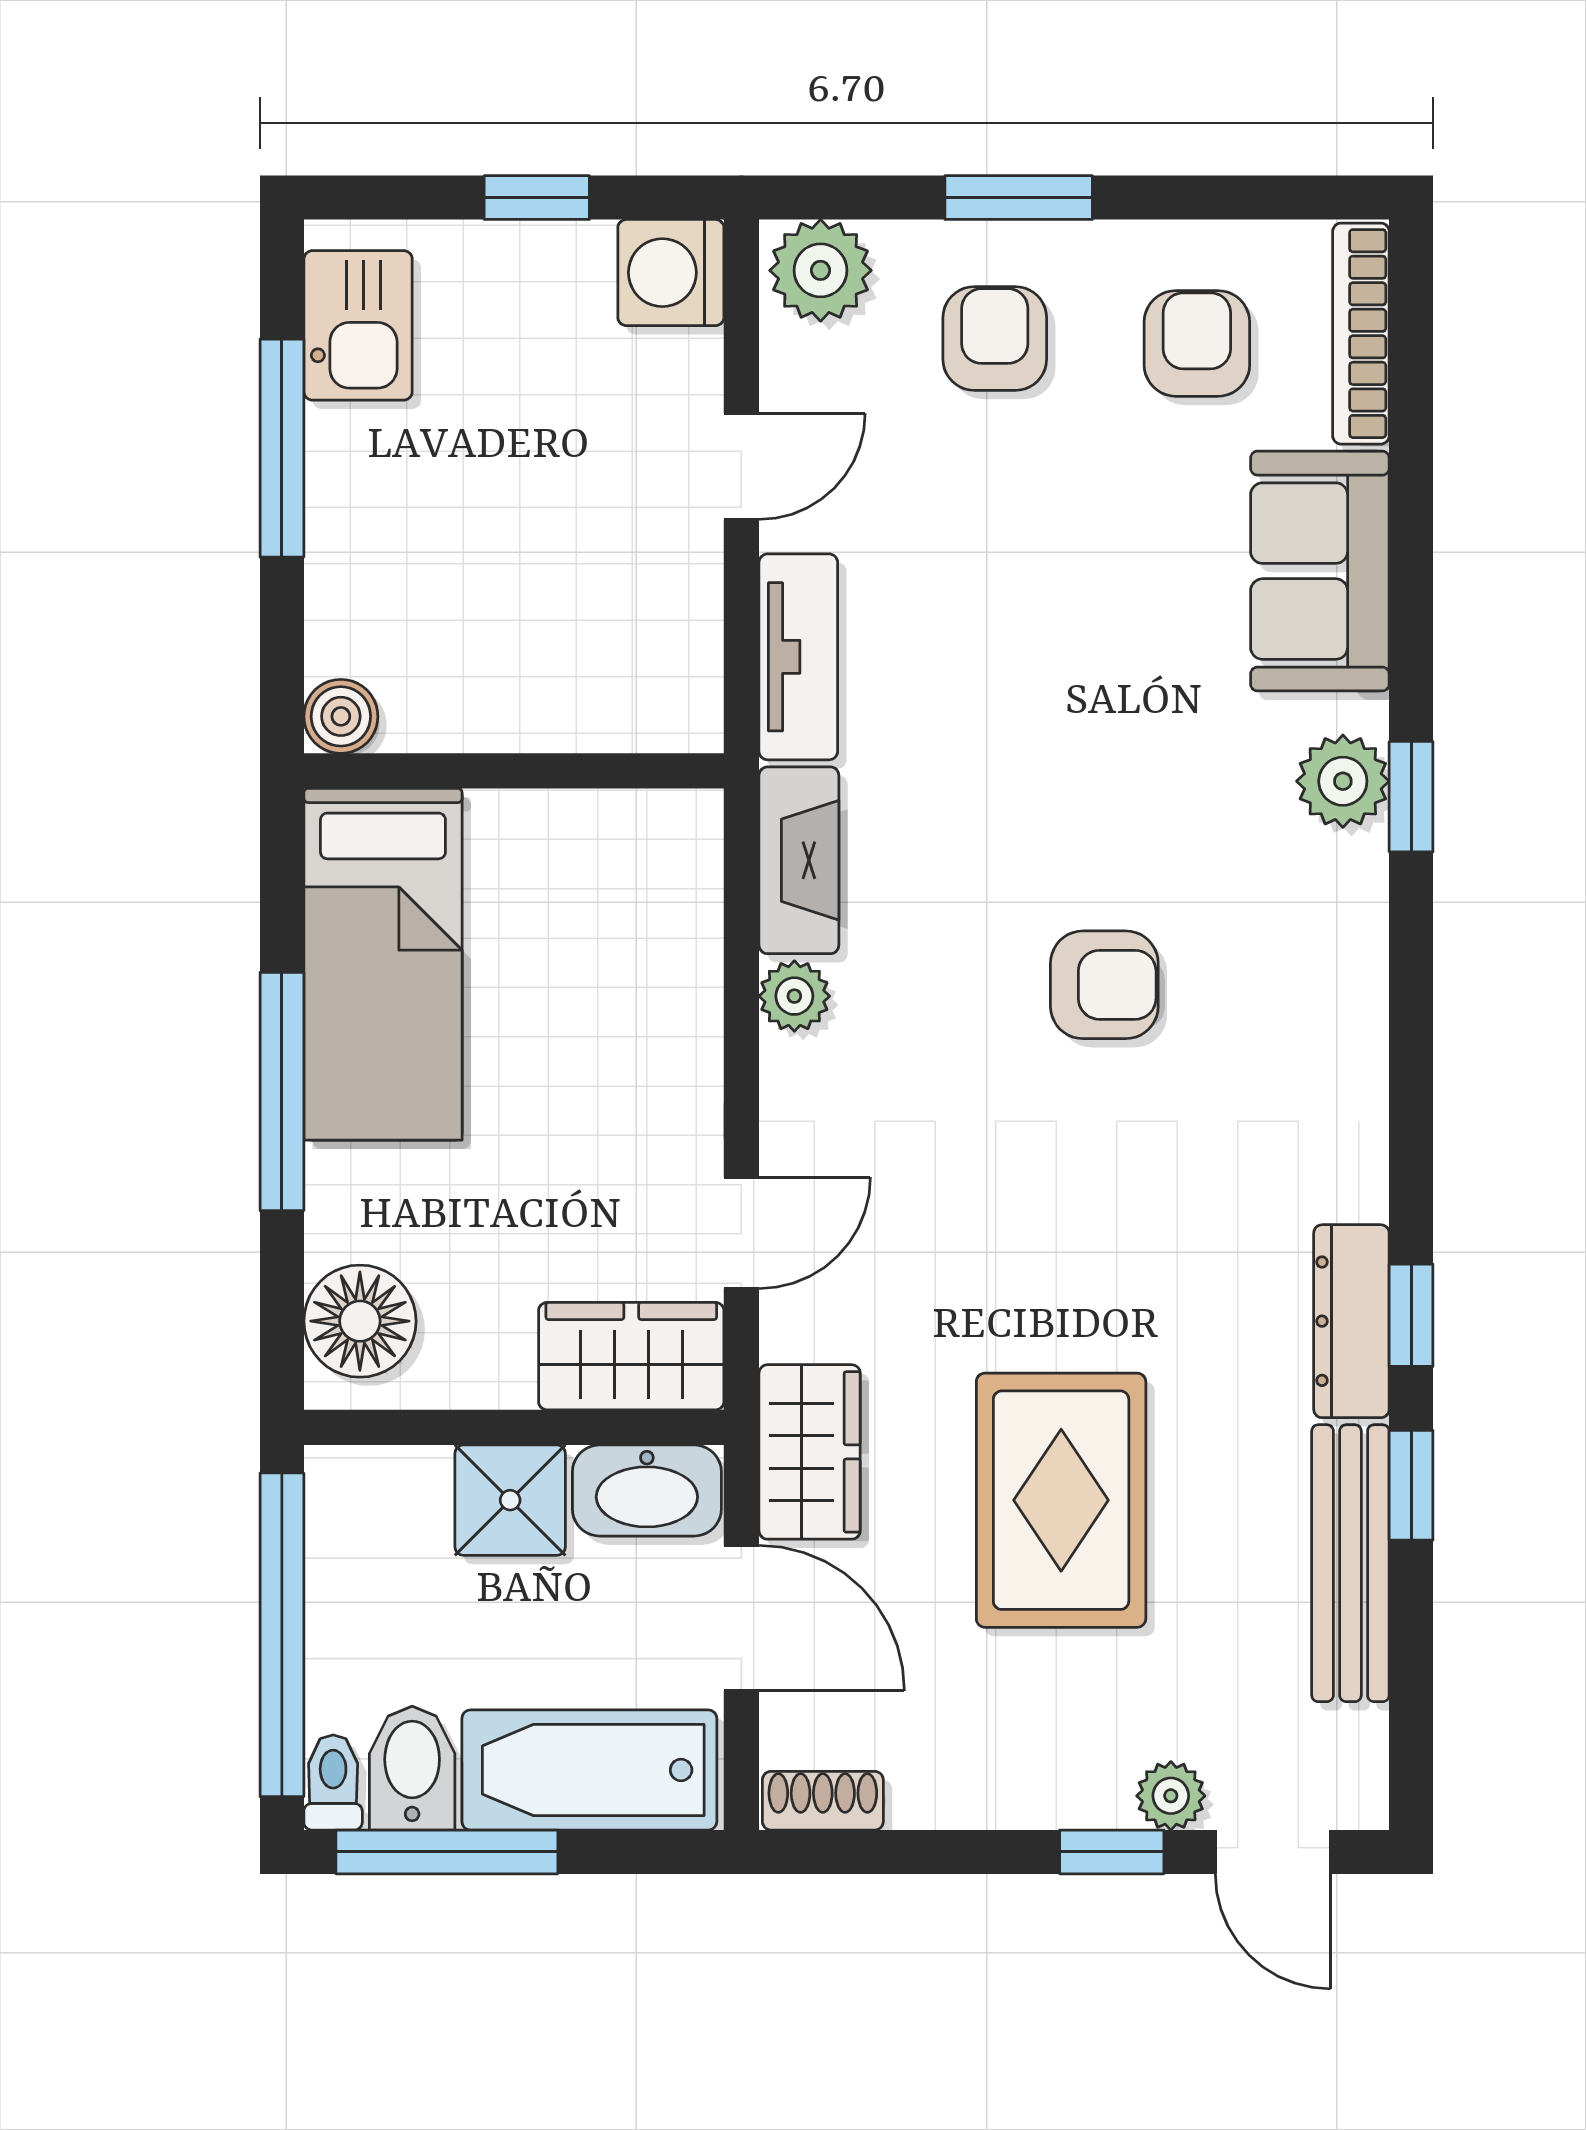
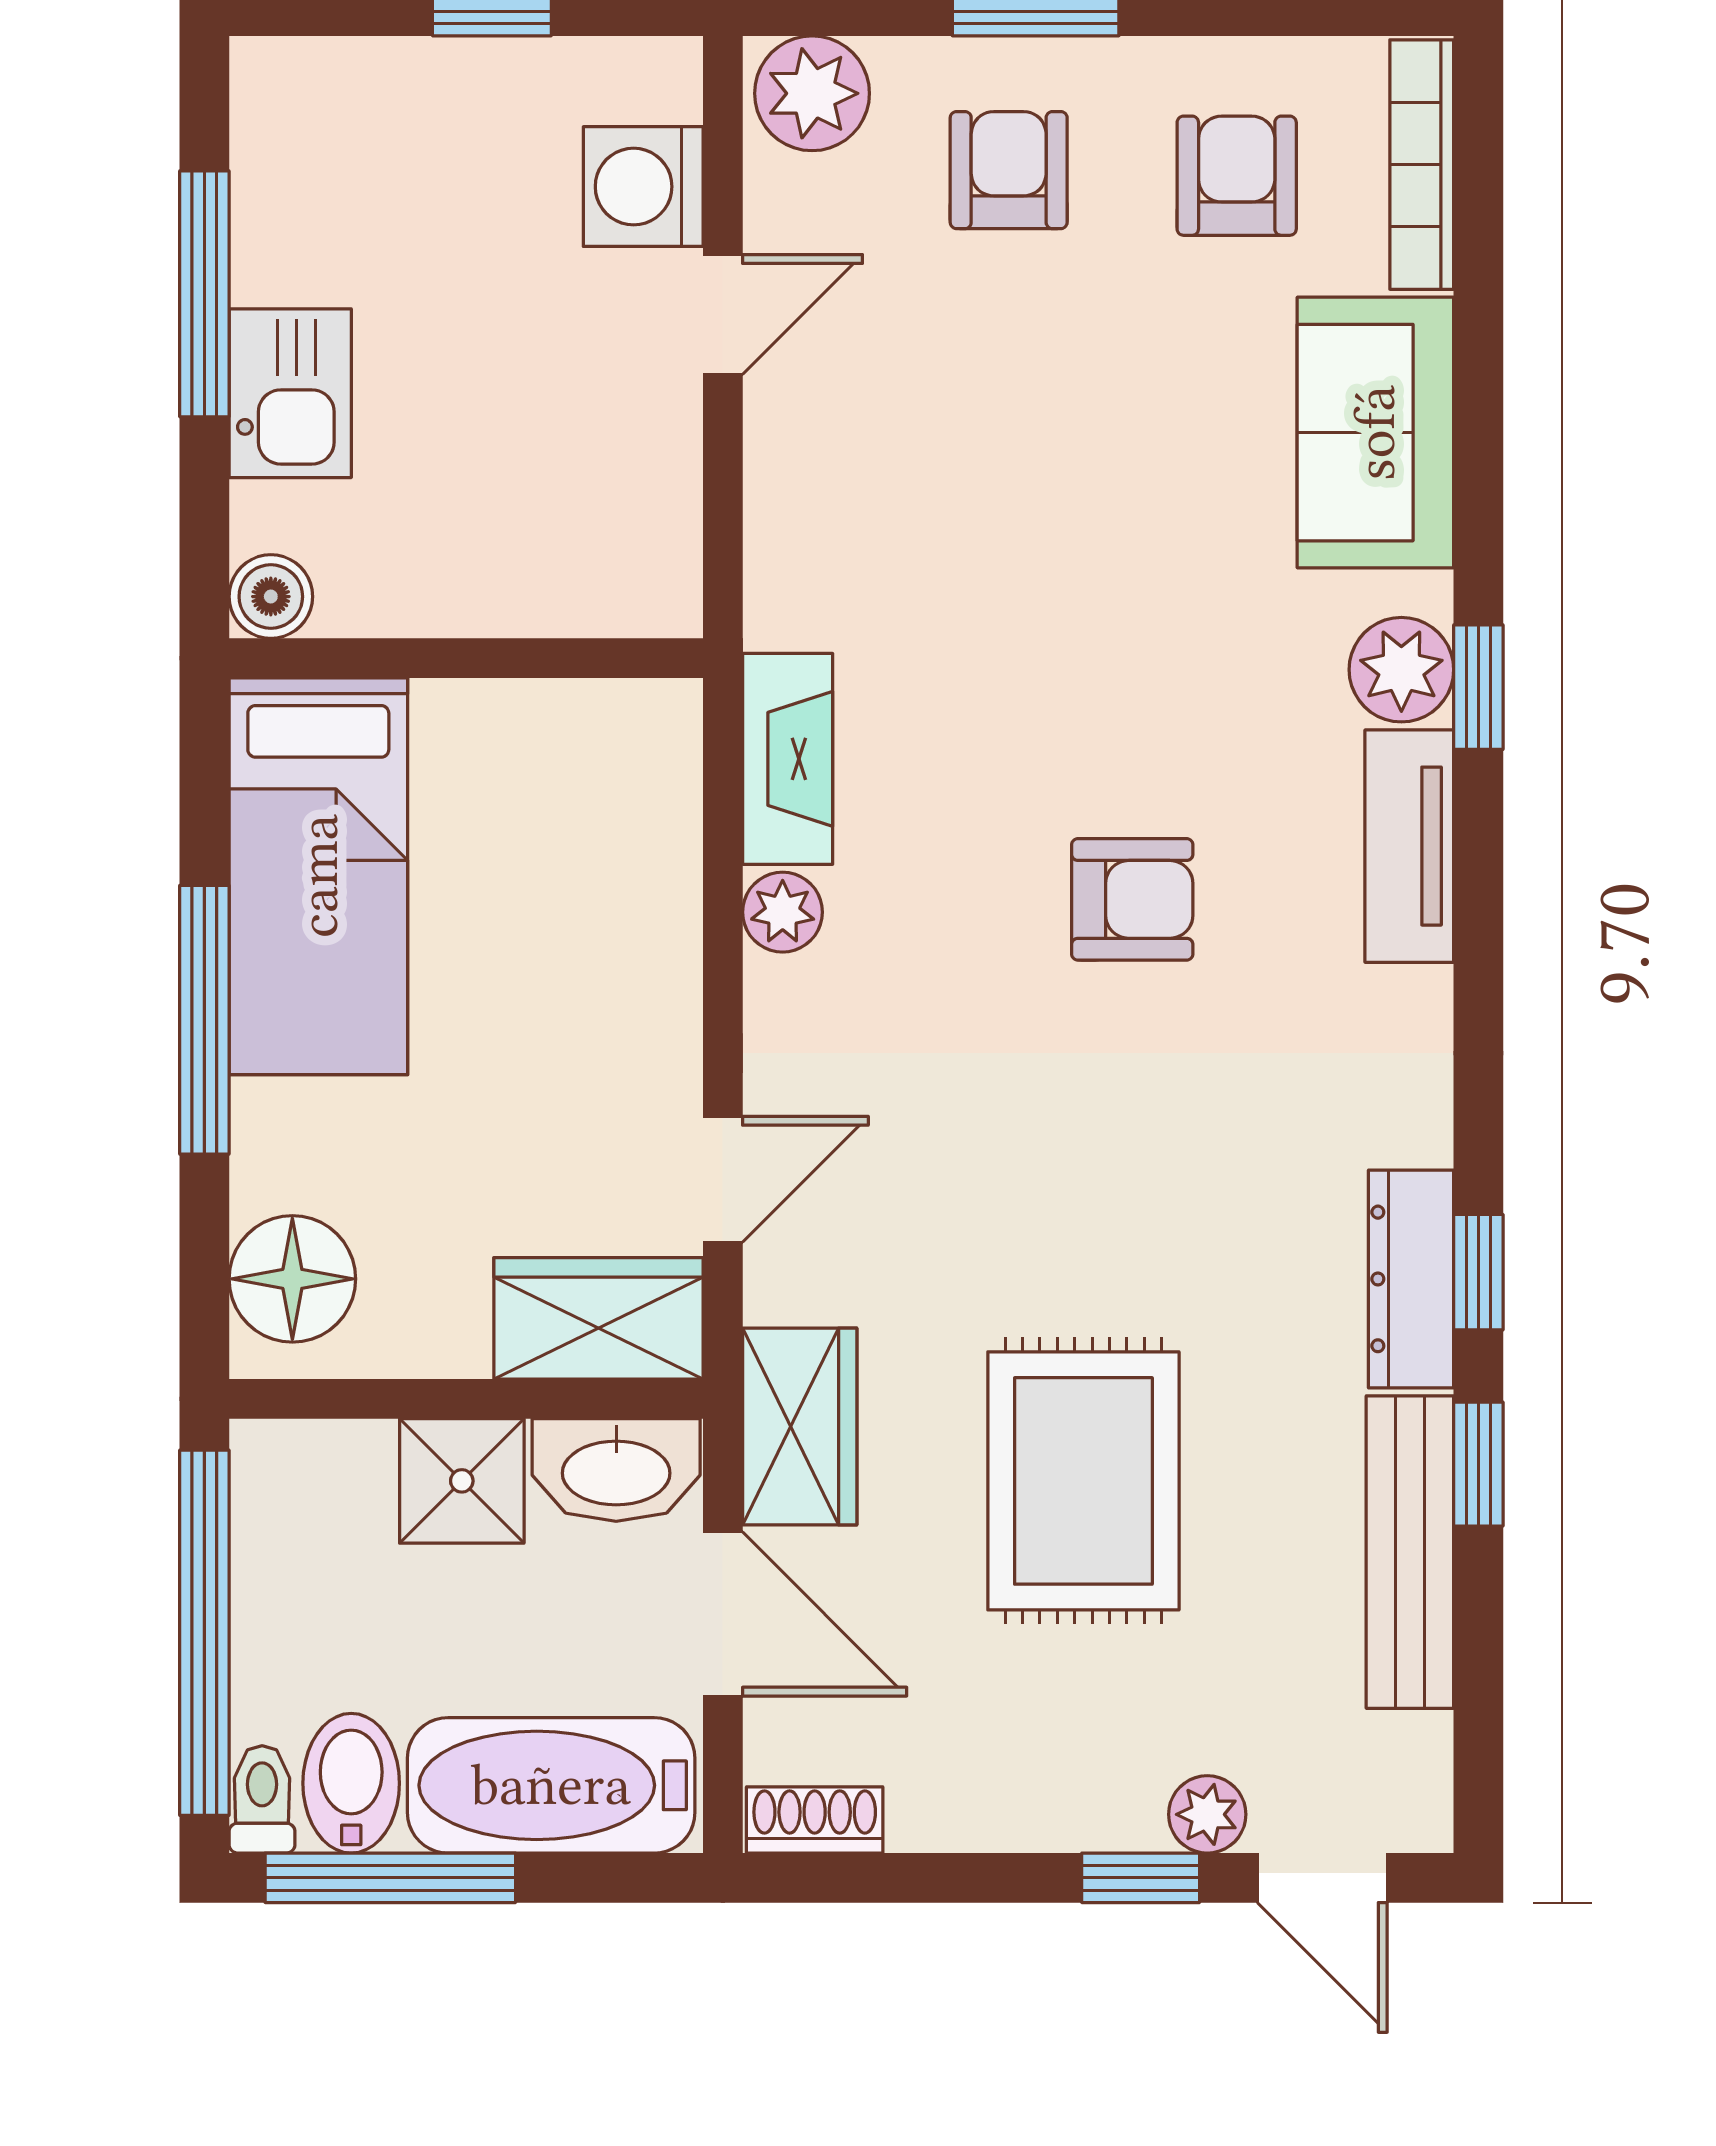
washing machine: (671, 273) -> (643, 187), moved
kitchen sink: (358, 325) -> (290, 393), moved
tv unit: (798, 657) -> (1409, 846), moved, turned 180

